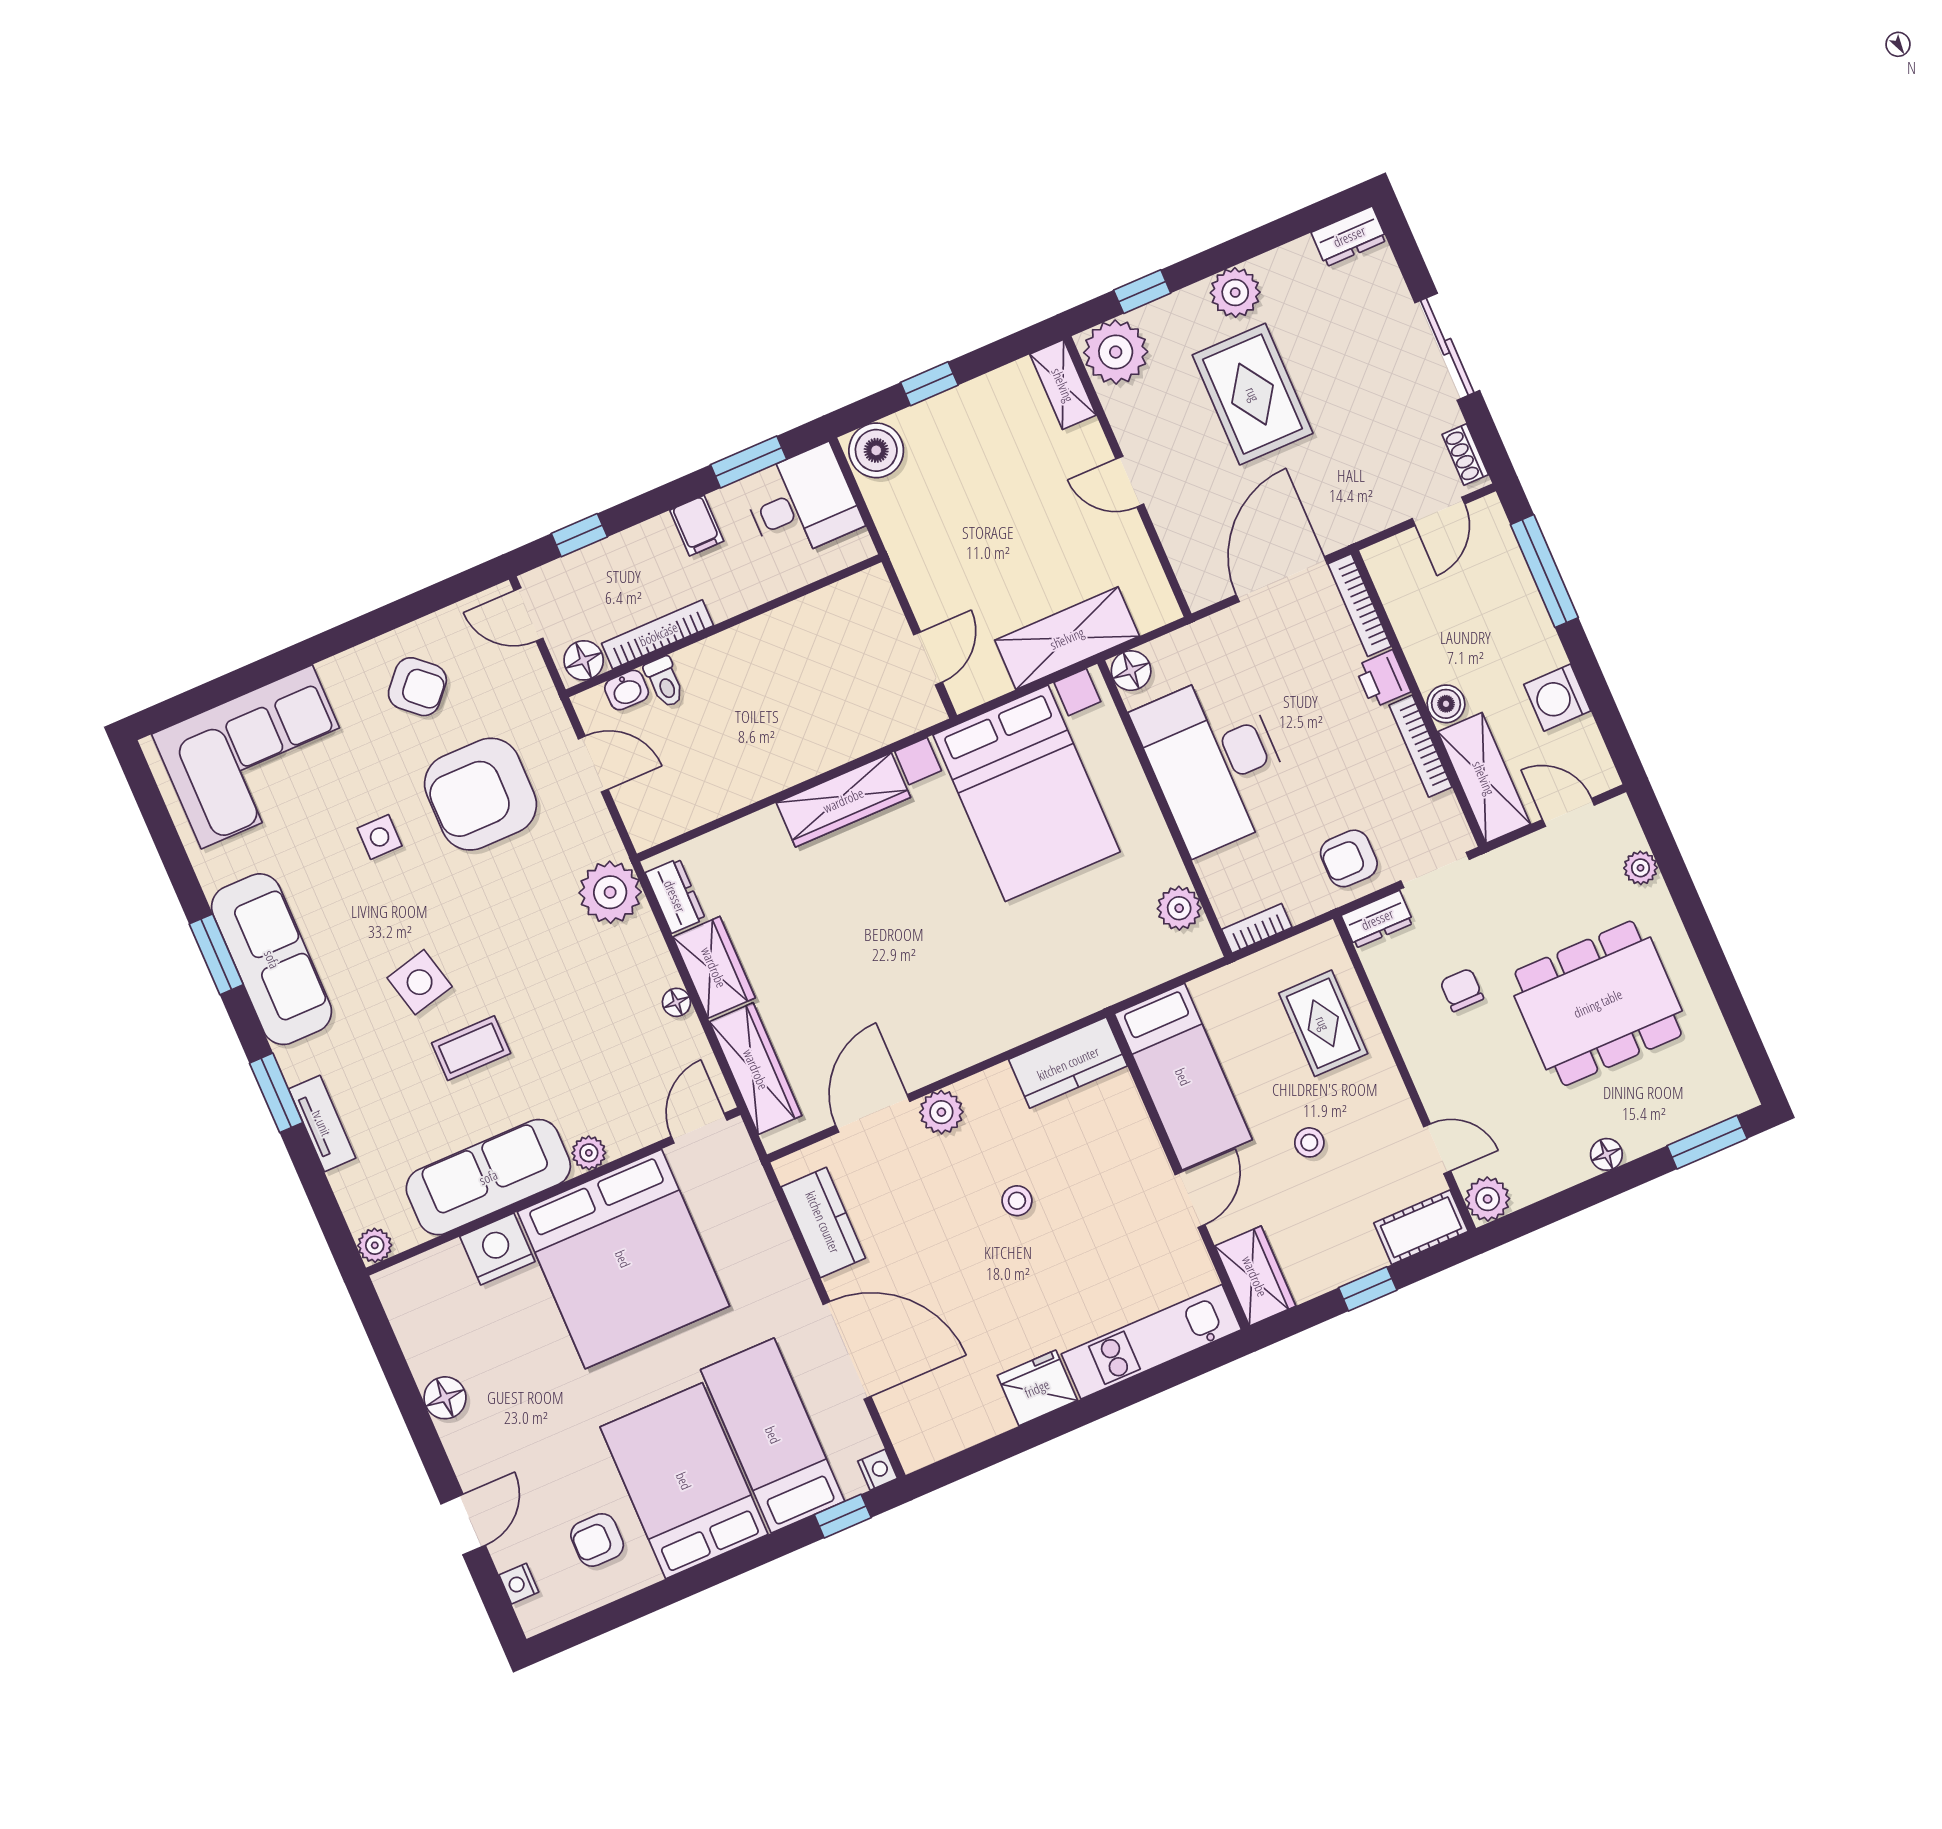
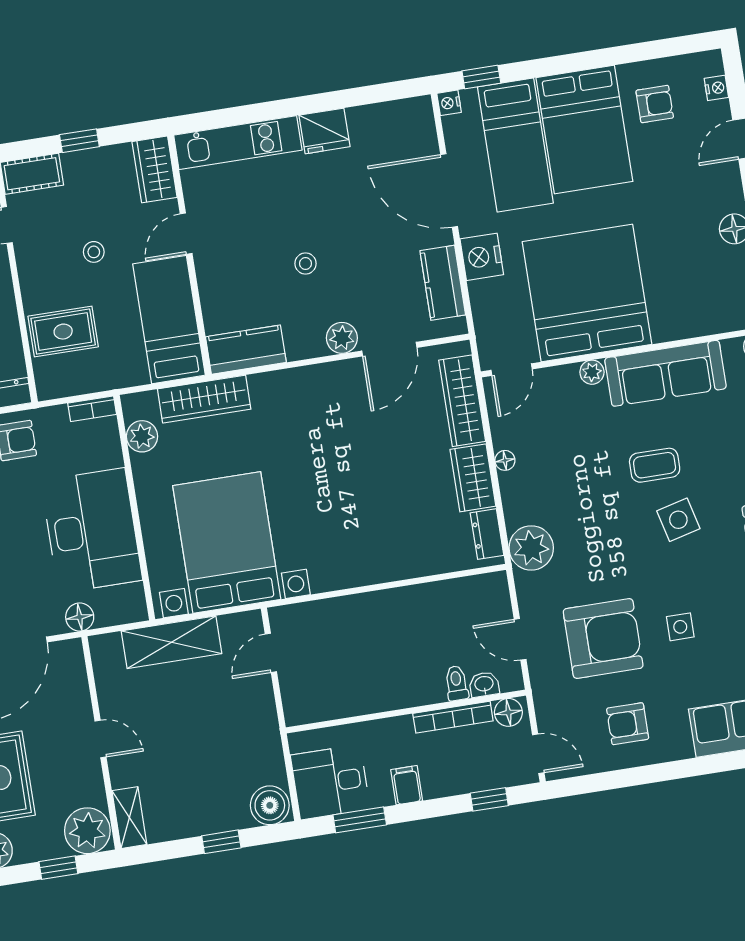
floor lamp: (1131, 671) -> (80, 617), moved
armchair: (417, 687) -> (628, 724), turned -42
wardrobe: (843, 800) -> (204, 399), moved, turned 180
rug: (1323, 1023) -> (63, 332), turned 90
nightstand: (497, 1249) -> (482, 257), moved, turned 90

